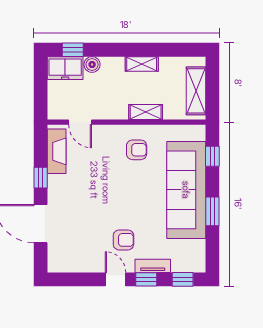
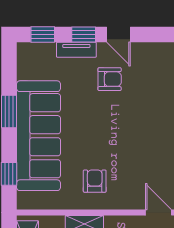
armchair: (137, 150) -> (95, 181), turned 90
armchair: (123, 240) -> (110, 79), turned 180

